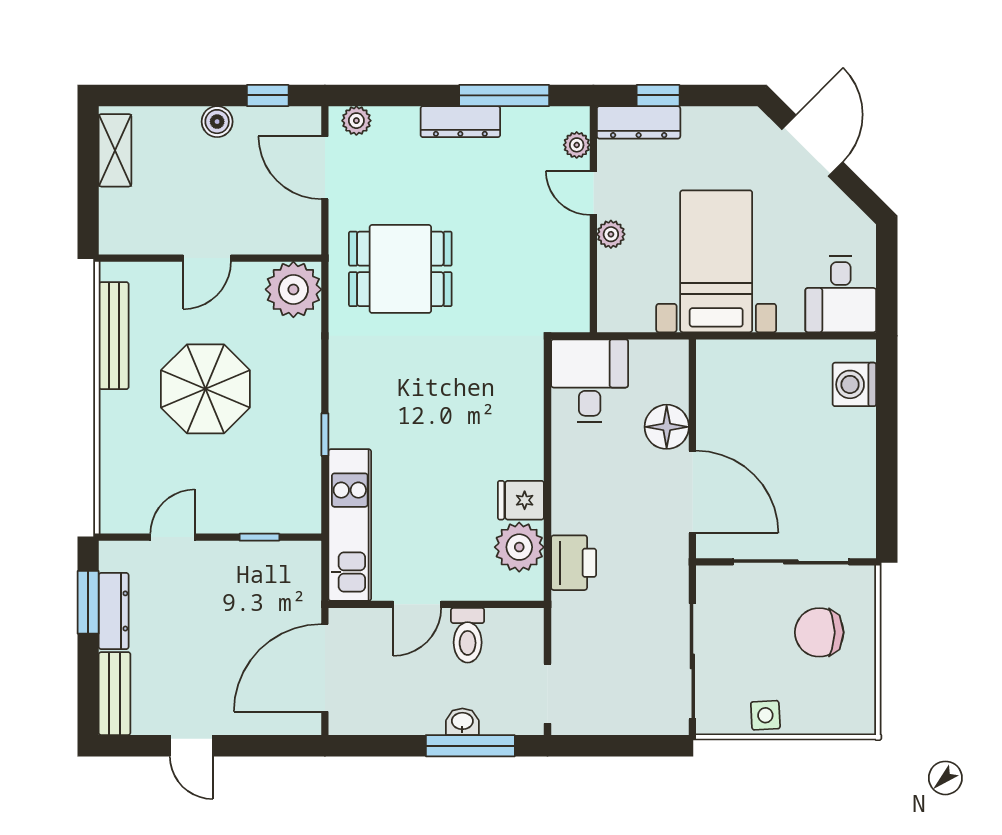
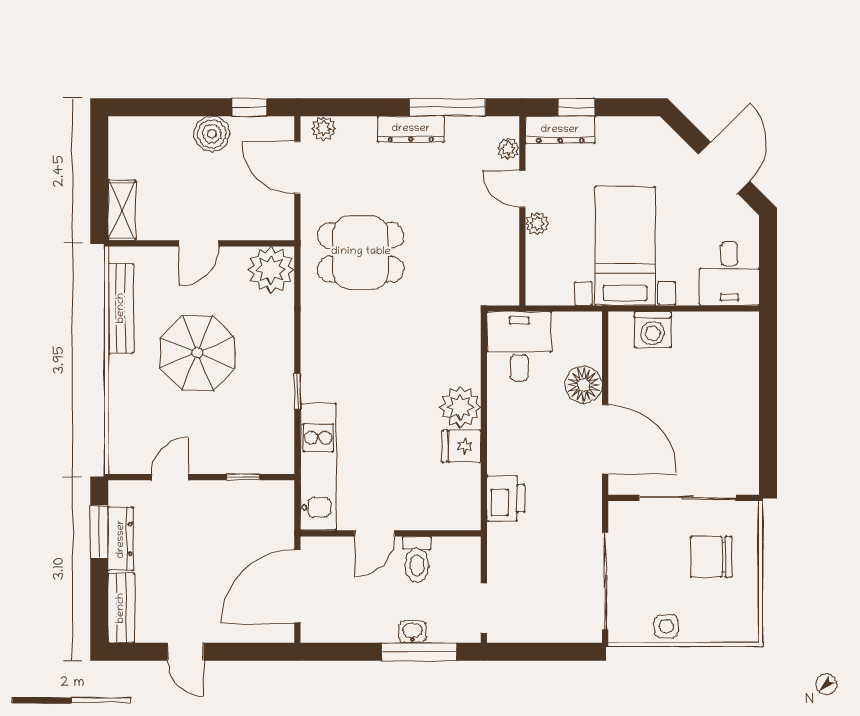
boiler: (217, 122) -> (212, 134), width x1.36, depth x1.36
door: (812, 146) -> (724, 168), moved
shelving: (115, 150) -> (122, 210), moved
washing machine: (854, 384) -> (653, 330), moved, turned -90
plant: (519, 547) -> (460, 407), moved

